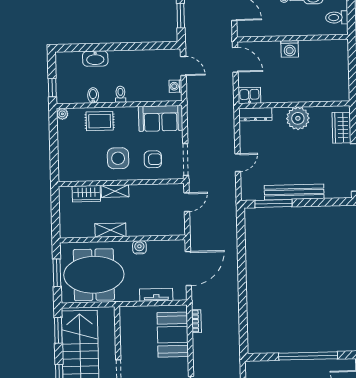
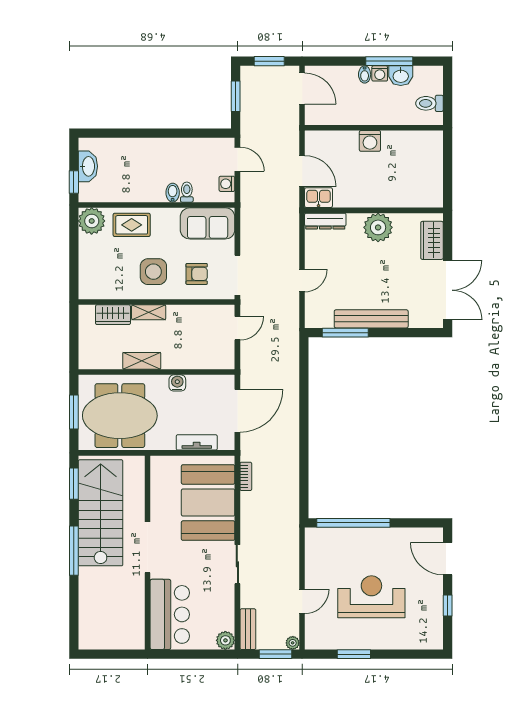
washbasin: (95, 59) -> (88, 166), moved, turned -90
door: (235, 60) -> (302, 171), moved
toilet: (120, 94) -> (187, 192), moved
bidet: (93, 95) -> (173, 193), moved
plant: (62, 114) -> (92, 221), width x1.88, depth x1.88
booth: (173, 335) -> (208, 503), width x1.36, depth x1.42
window: (308, 356) -> (353, 523), moved

